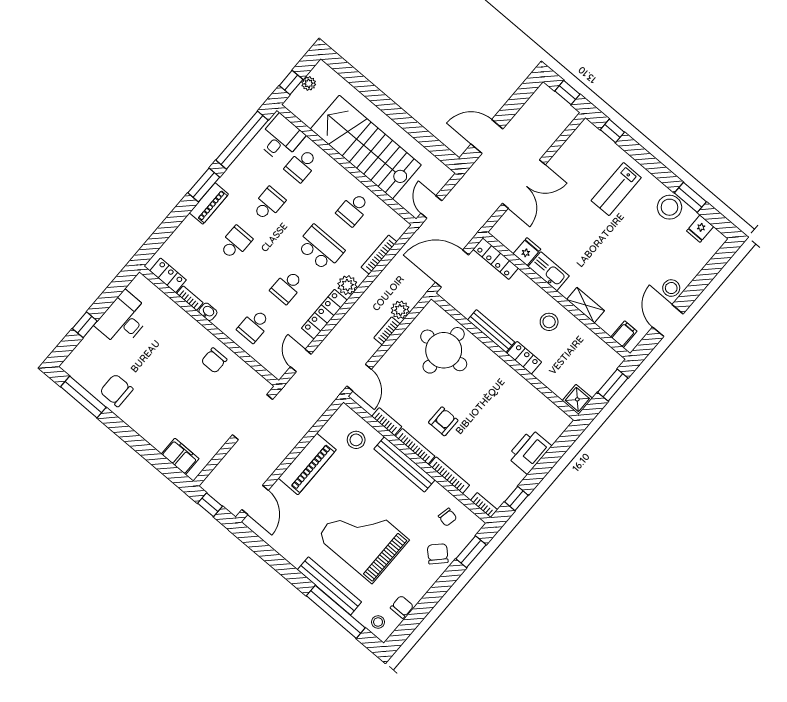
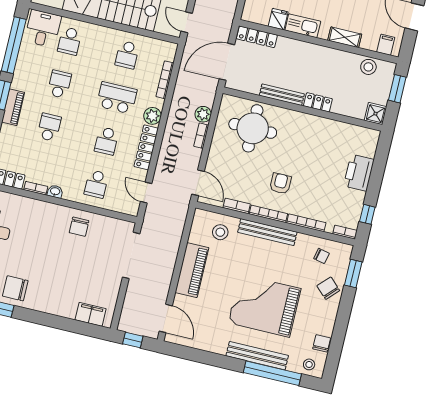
stool: (549, 322) -> (368, 67), moved

